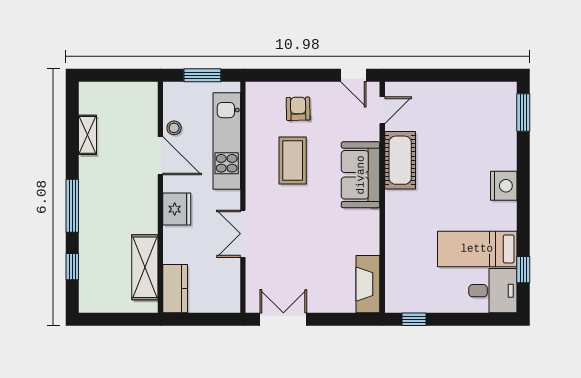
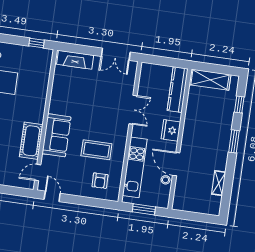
armchair: (298, 109) -> (100, 181), moved
coffee table: (293, 161) -> (96, 150), turned 90
window: (72, 206) -> (234, 141), width x0.69
shelving: (145, 267) -> (210, 80), moved, turned 90
fireplace: (368, 284) -> (75, 60), moved, turned 90
kitchen counter: (175, 289) -> (178, 90), width x1.50

